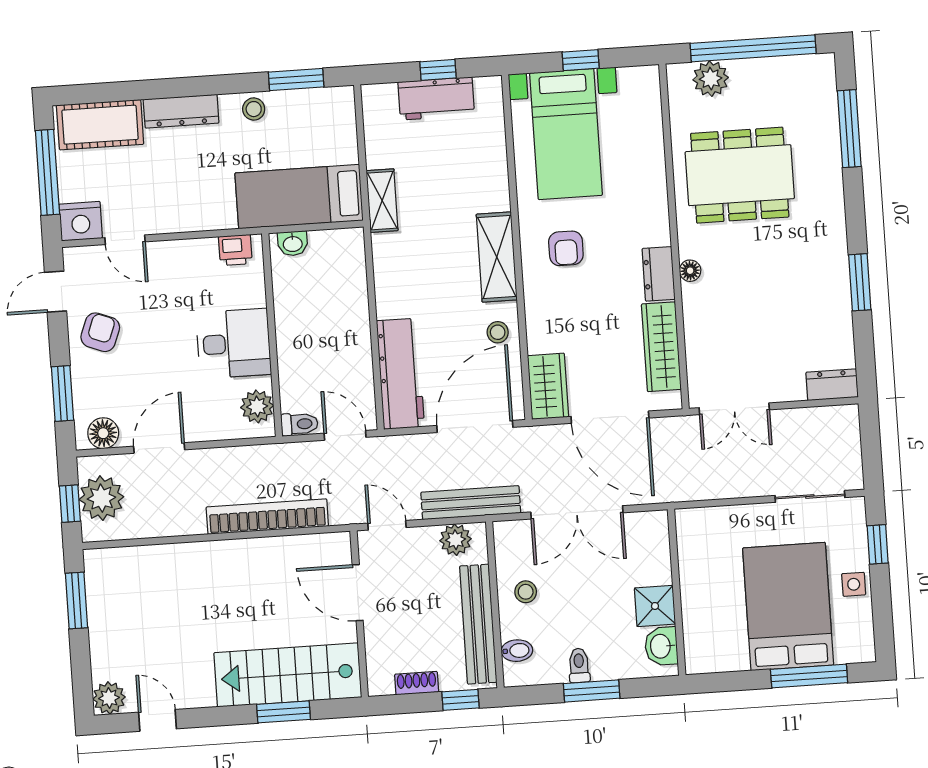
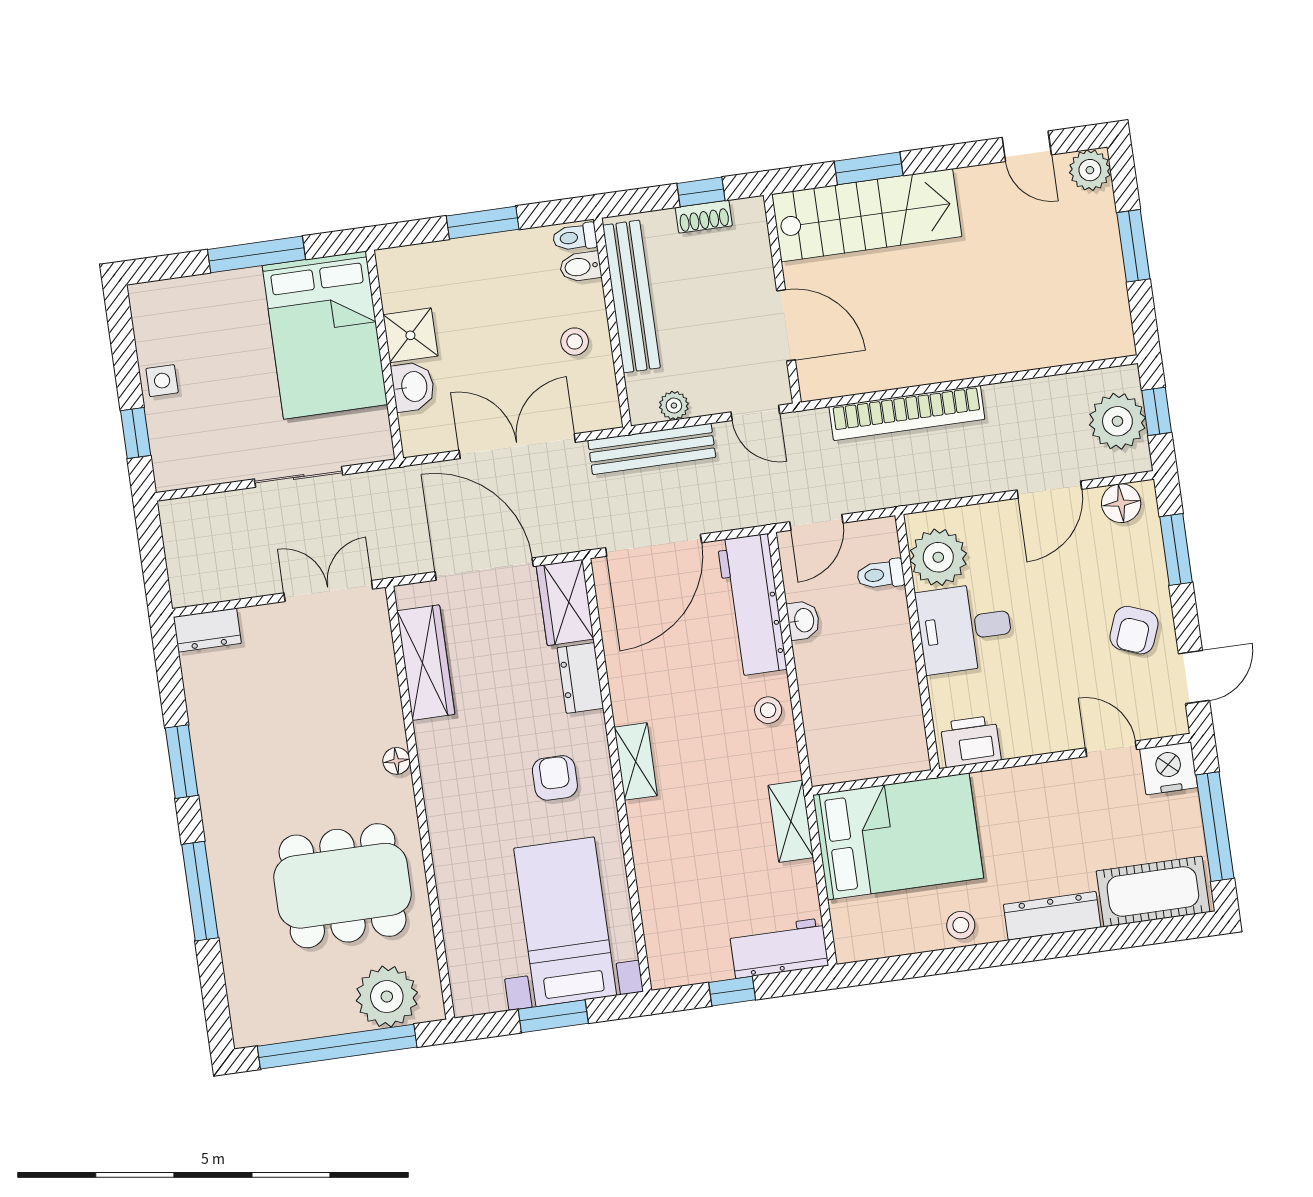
window: (581, 60) -> (553, 1016), width x1.50
plant: (711, 79) -> (387, 997), width x1.36, depth x1.36
window: (296, 80) -> (910, 966), removed
workbench: (436, 99) -> (779, 948), moved
window: (849, 129) -> (200, 891), moved
bed: (299, 197) -> (898, 836), width x1.50
washbasin: (293, 243) -> (803, 620), moved, turned 90
printer: (235, 250) -> (971, 741), width x1.36, depth x1.24
shelving: (497, 257) -> (636, 761), width x0.67, depth x0.75
dresser: (659, 274) -> (580, 678), moved, turned 180
stool: (498, 332) -> (768, 710), moved
plant: (257, 406) -> (938, 557), width x1.36, depth x1.36
toilet: (299, 424) -> (881, 574), moved
door: (345, 435) -> (816, 522), hinge flipped
sliding door: (810, 496) -> (299, 477), moved
plant: (455, 540) -> (674, 405), width x0.73, depth x0.73
window: (77, 600) -> (1133, 246), moved
bed: (788, 607) -> (325, 335), moved
washbasin: (661, 646) -> (413, 387), moved
toilet: (579, 665) -> (575, 237), moved, turned 90
window: (809, 676) -> (256, 254), moved
window: (461, 700) -> (701, 192), moved

